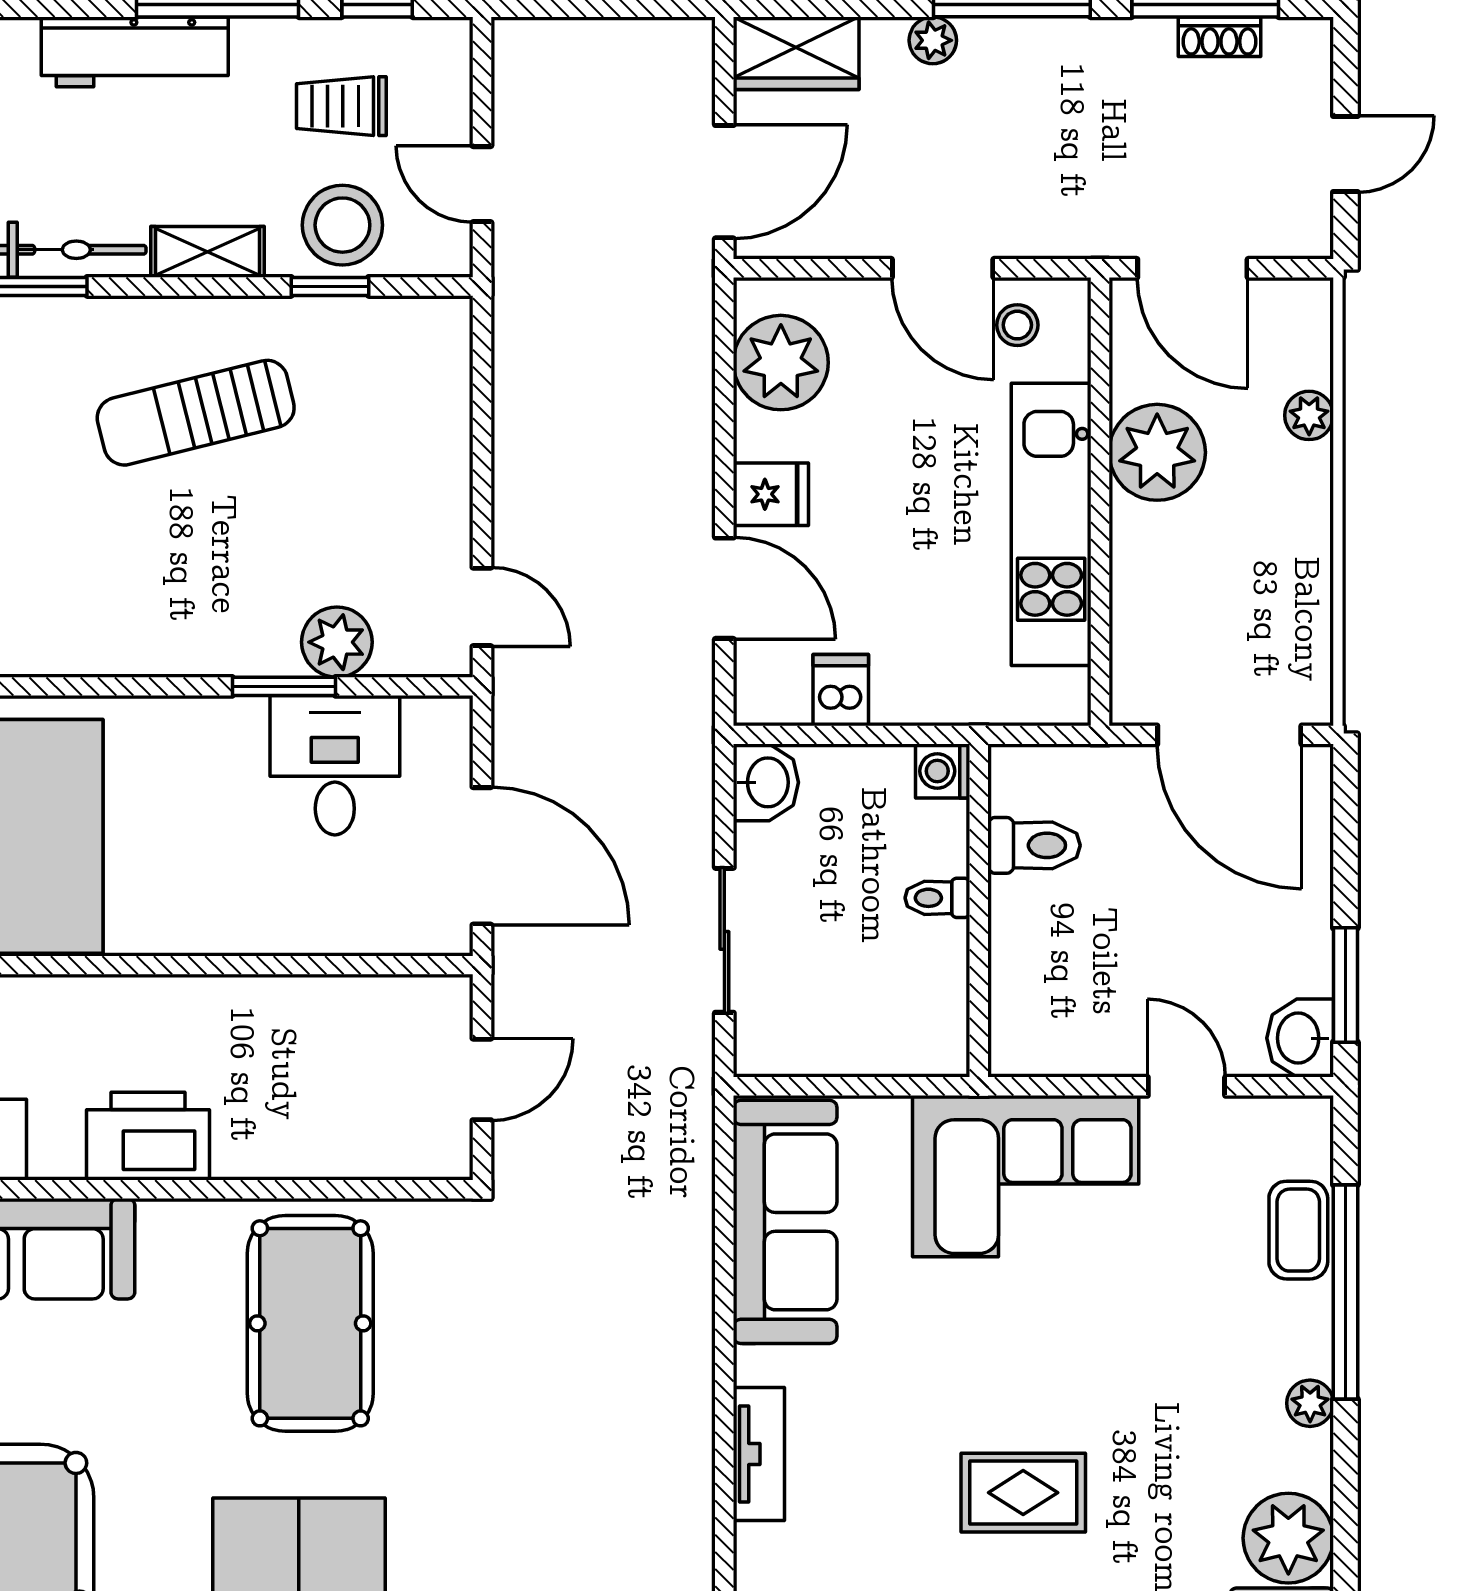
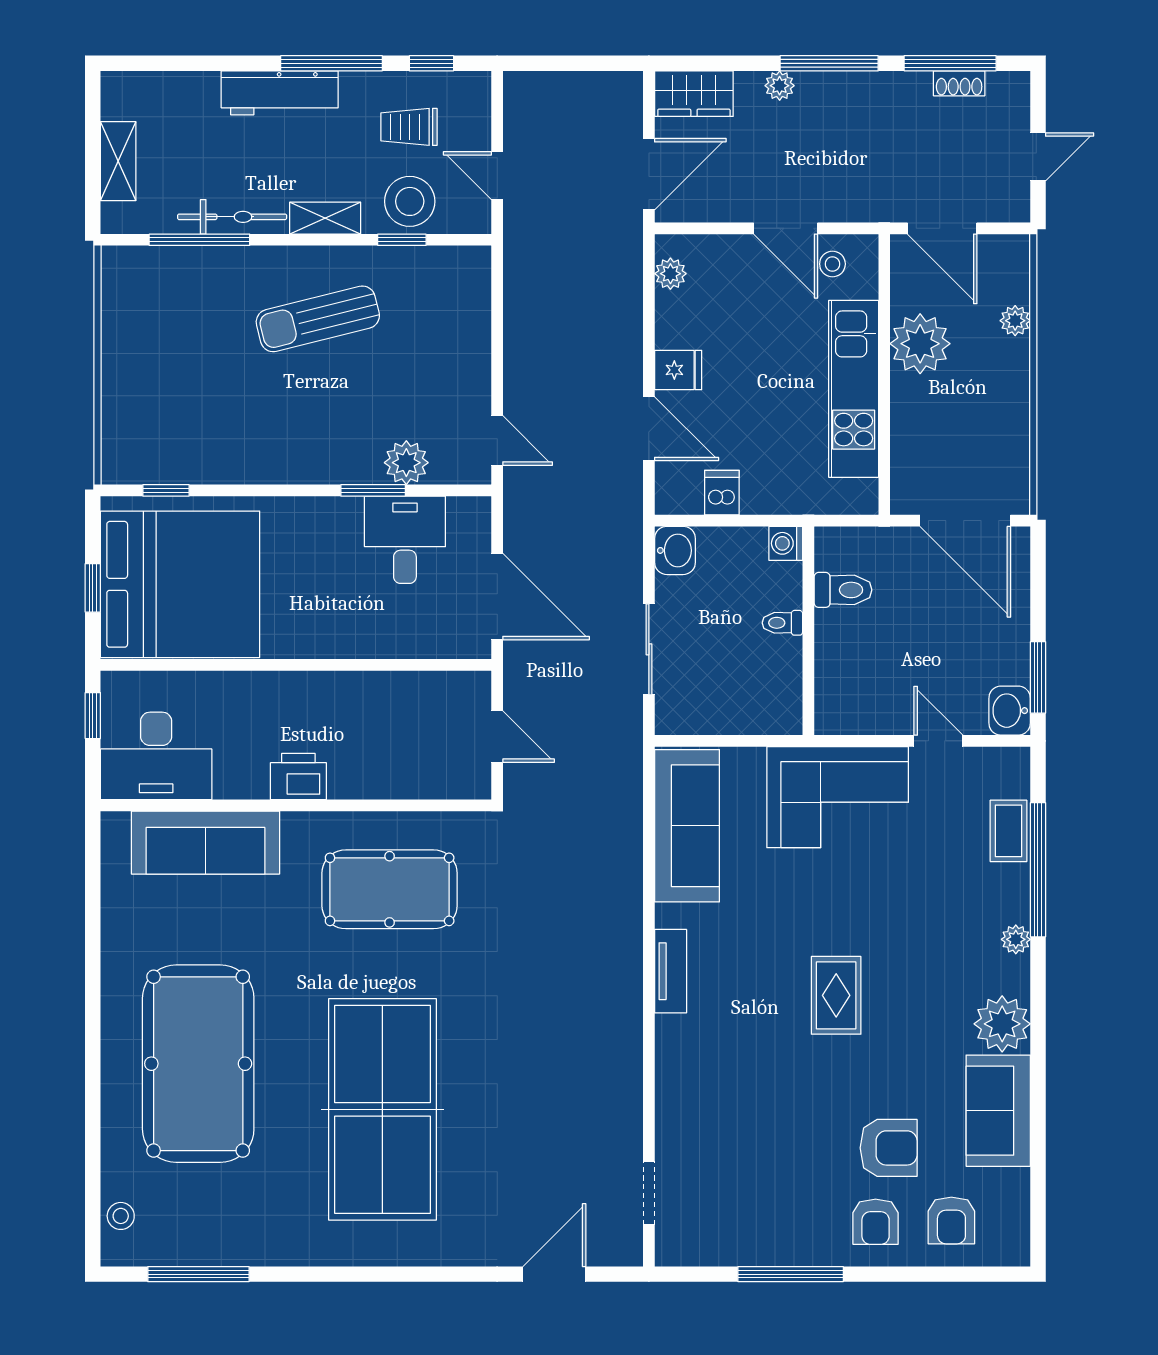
plant: (781, 363) -> (670, 274), width x0.53, depth x0.53
door: (482, 1079) -> (497, 737), hinge flipped
printer: (148, 1136) -> (298, 777), width x0.73, depth x0.84
pool table: (310, 1323) -> (390, 889), turned 90
rug: (1023, 1493) -> (836, 995), turned 90

